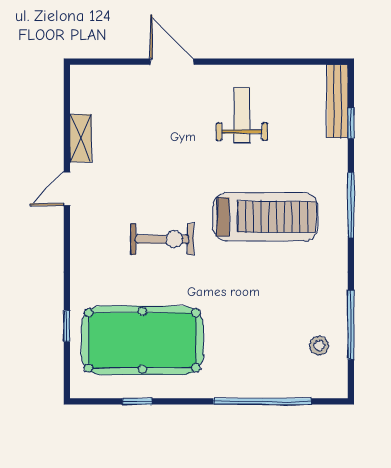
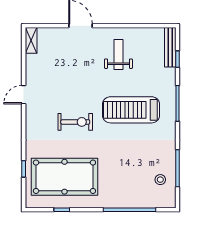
shelving: (81, 138) -> (31, 40), moved
treadmill: (265, 217) -> (131, 110), turned 180

